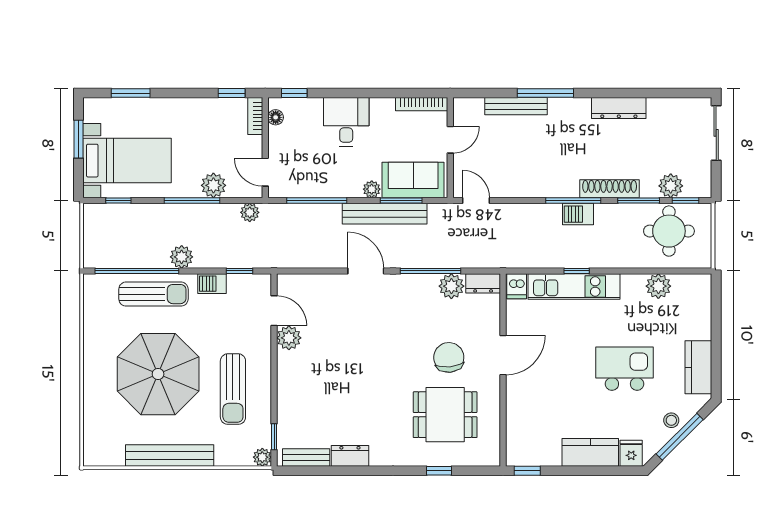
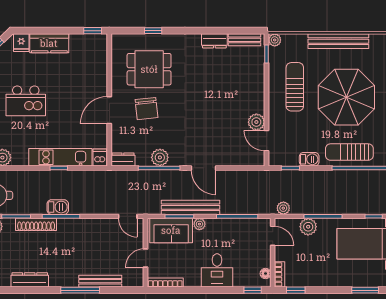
plant: (182, 257) -> (330, 178), removed
plant: (451, 286) -> (160, 157), moved

